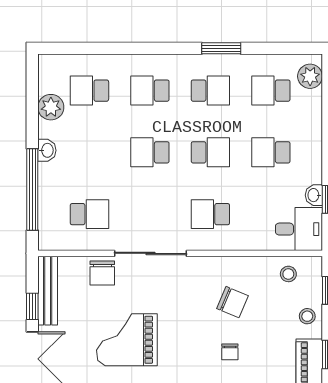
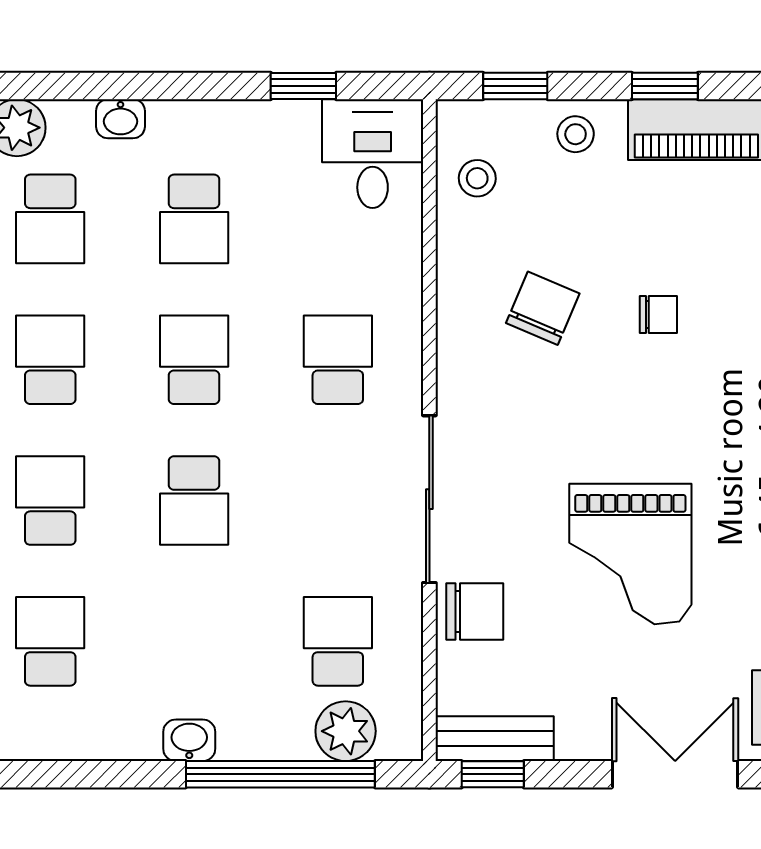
school desk: (89, 91) -> (50, 641), turned 180
school desk: (150, 91) -> (50, 501), turned 180
plant: (51, 107) -> (346, 731), moved
washbasin: (314, 195) -> (120, 119), moved
school desk: (210, 214) -> (338, 360), turned 180
bench: (48, 291) -> (495, 739), width x0.73
window: (32, 306) -> (493, 774), moved

